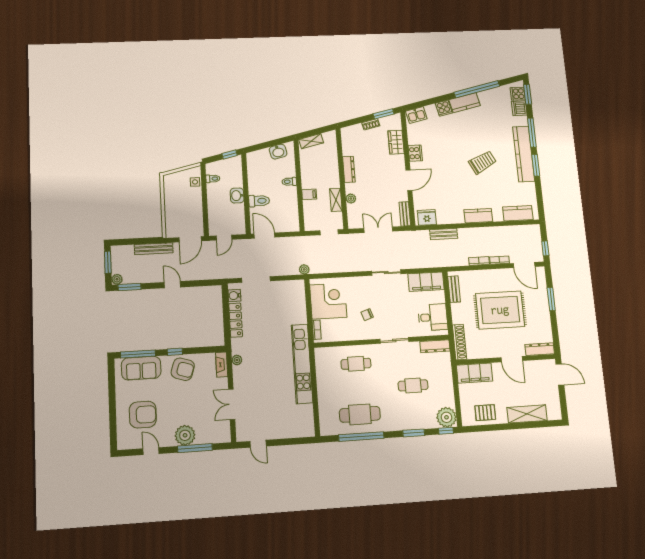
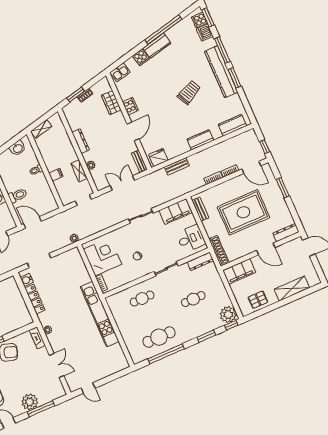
window: (384, 114) -> (76, 95), moved
double door: (232, 404) -> (57, 365), swing flipped

